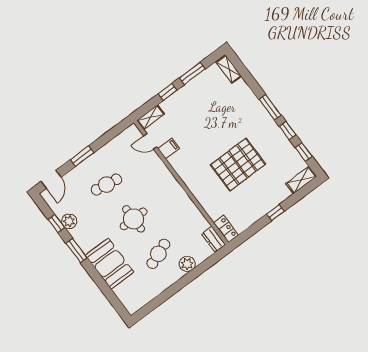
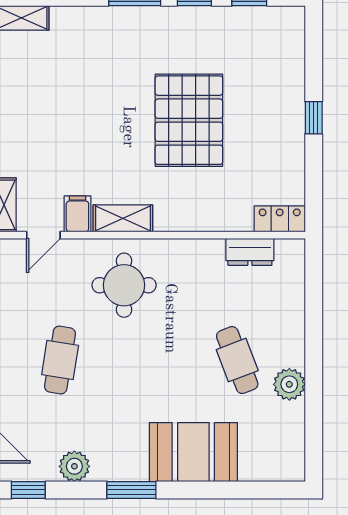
shelving: (301, 180) -> (123, 218), moved, turned 90
round table: (134, 219) -> (124, 285), moved
window: (56, 224) -> (28, 490), moved
dresser: (213, 239) -> (250, 252), moved
plant: (187, 264) -> (289, 384), moved

